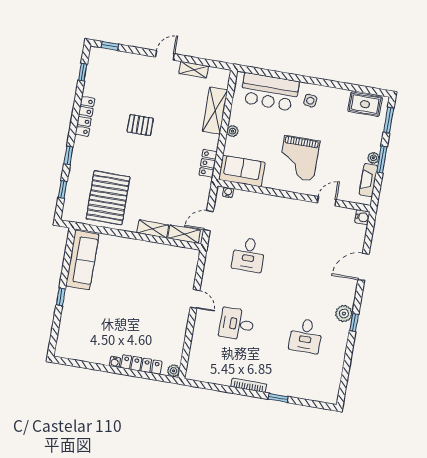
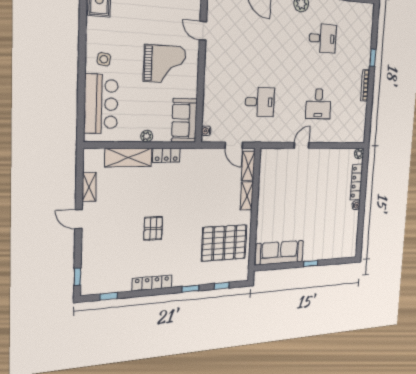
locker: (208, 163) -> (166, 155), moved

